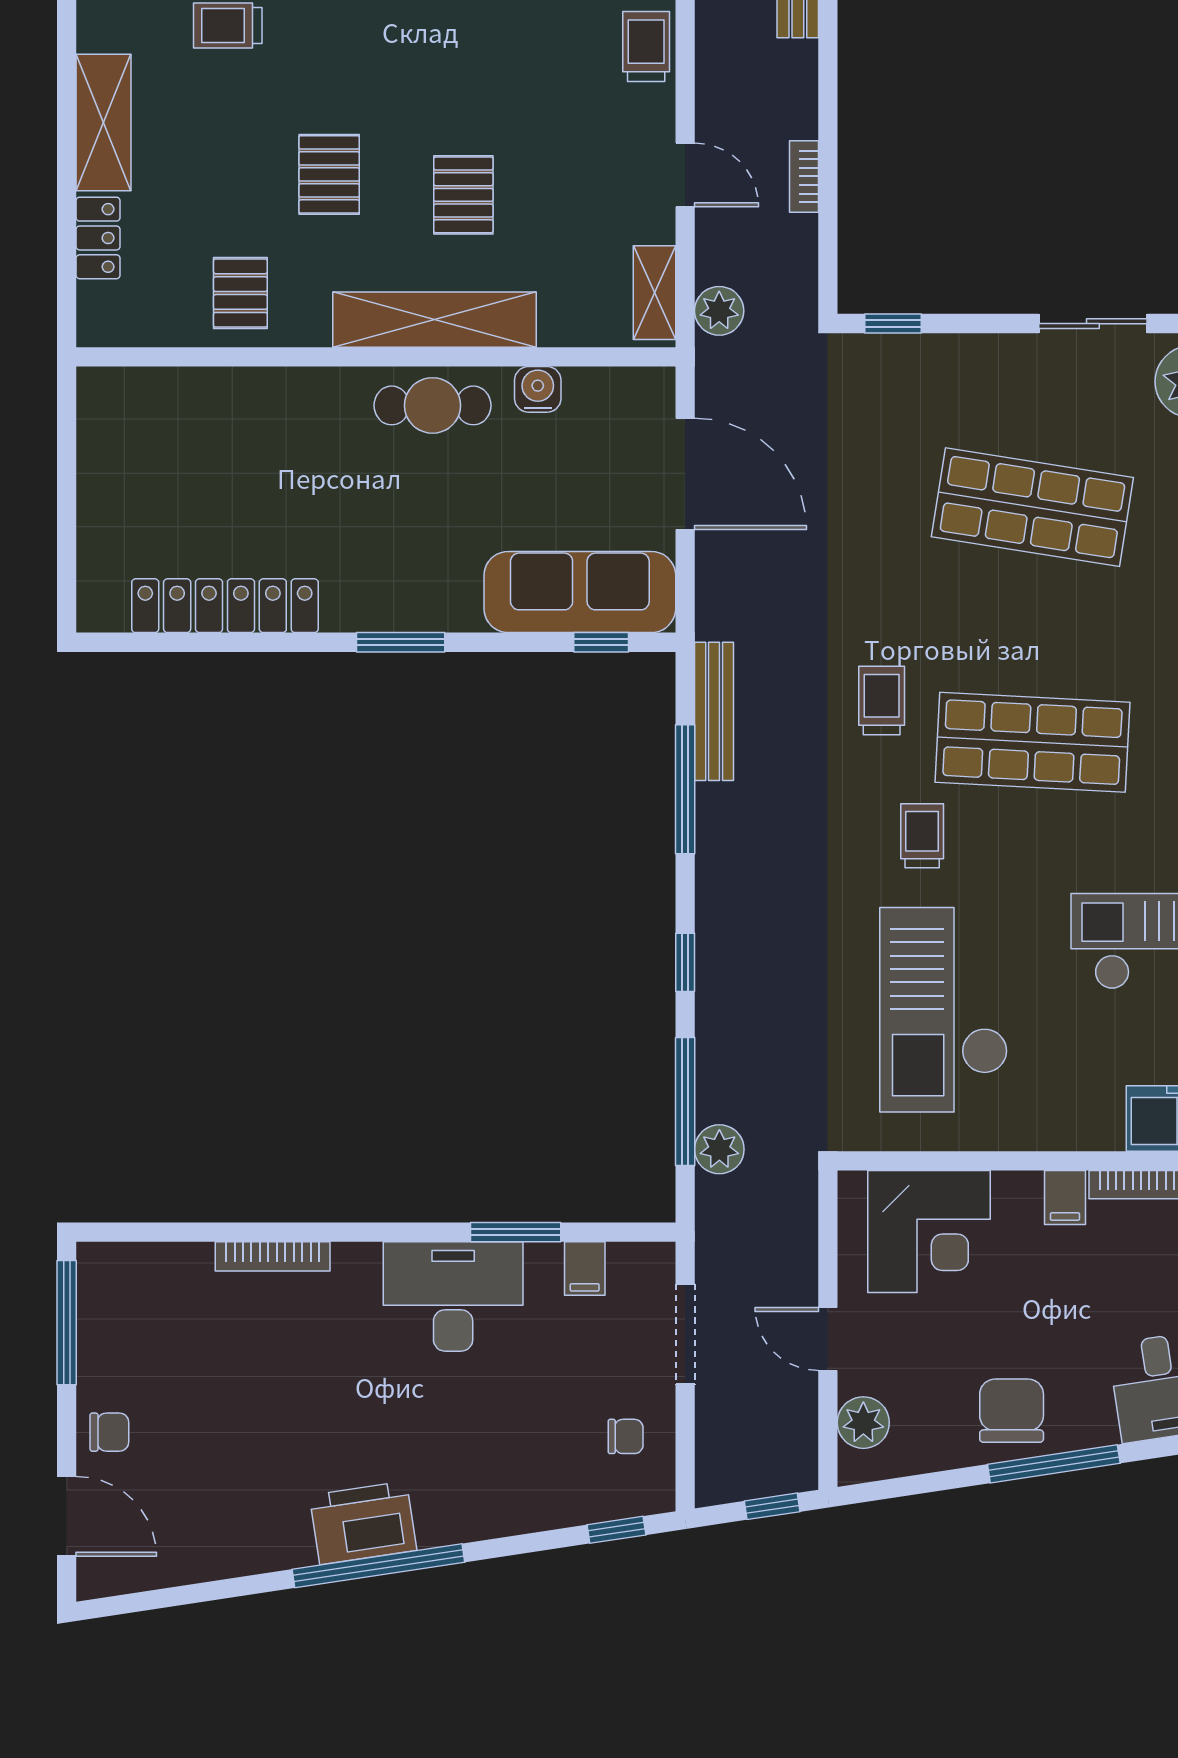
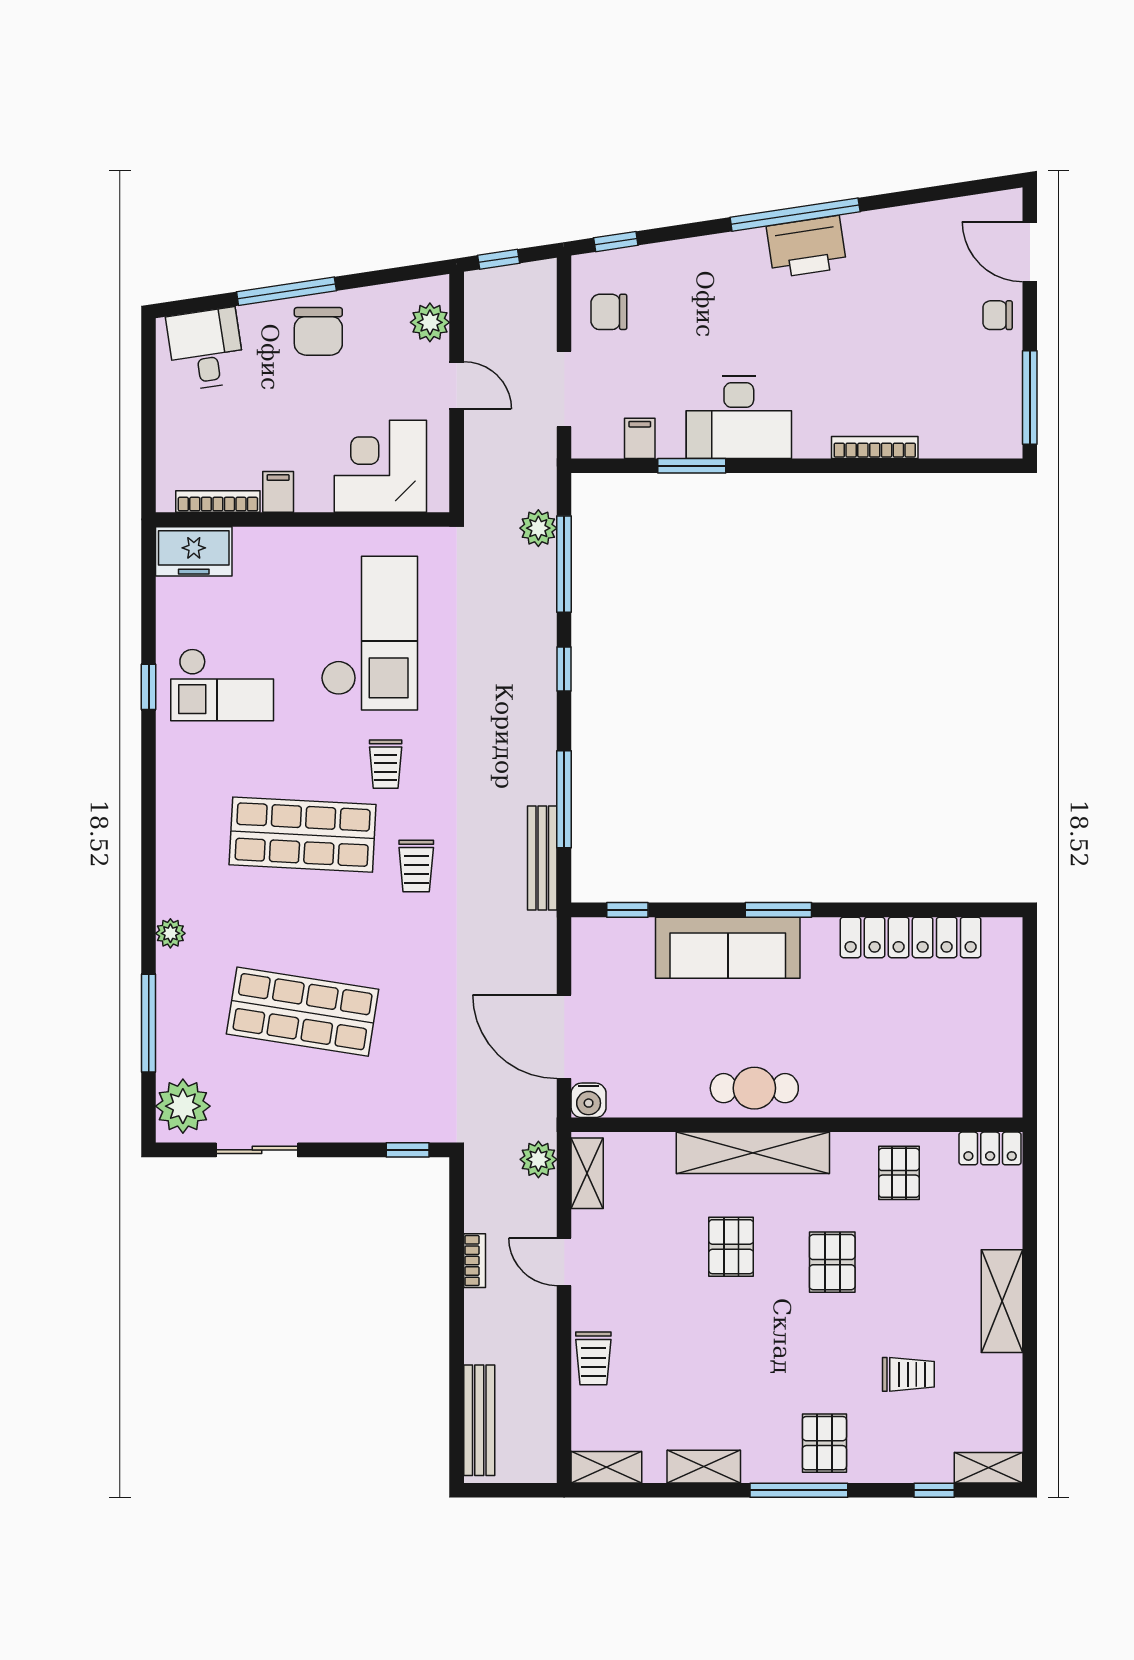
locker: (98, 238) -> (990, 1148), moved, turned -90
water cooler: (538, 389) -> (589, 1100), moved
sofa: (580, 592) -> (728, 948), moved
chair: (626, 1436) -> (609, 312), width x1.37, depth x1.37

